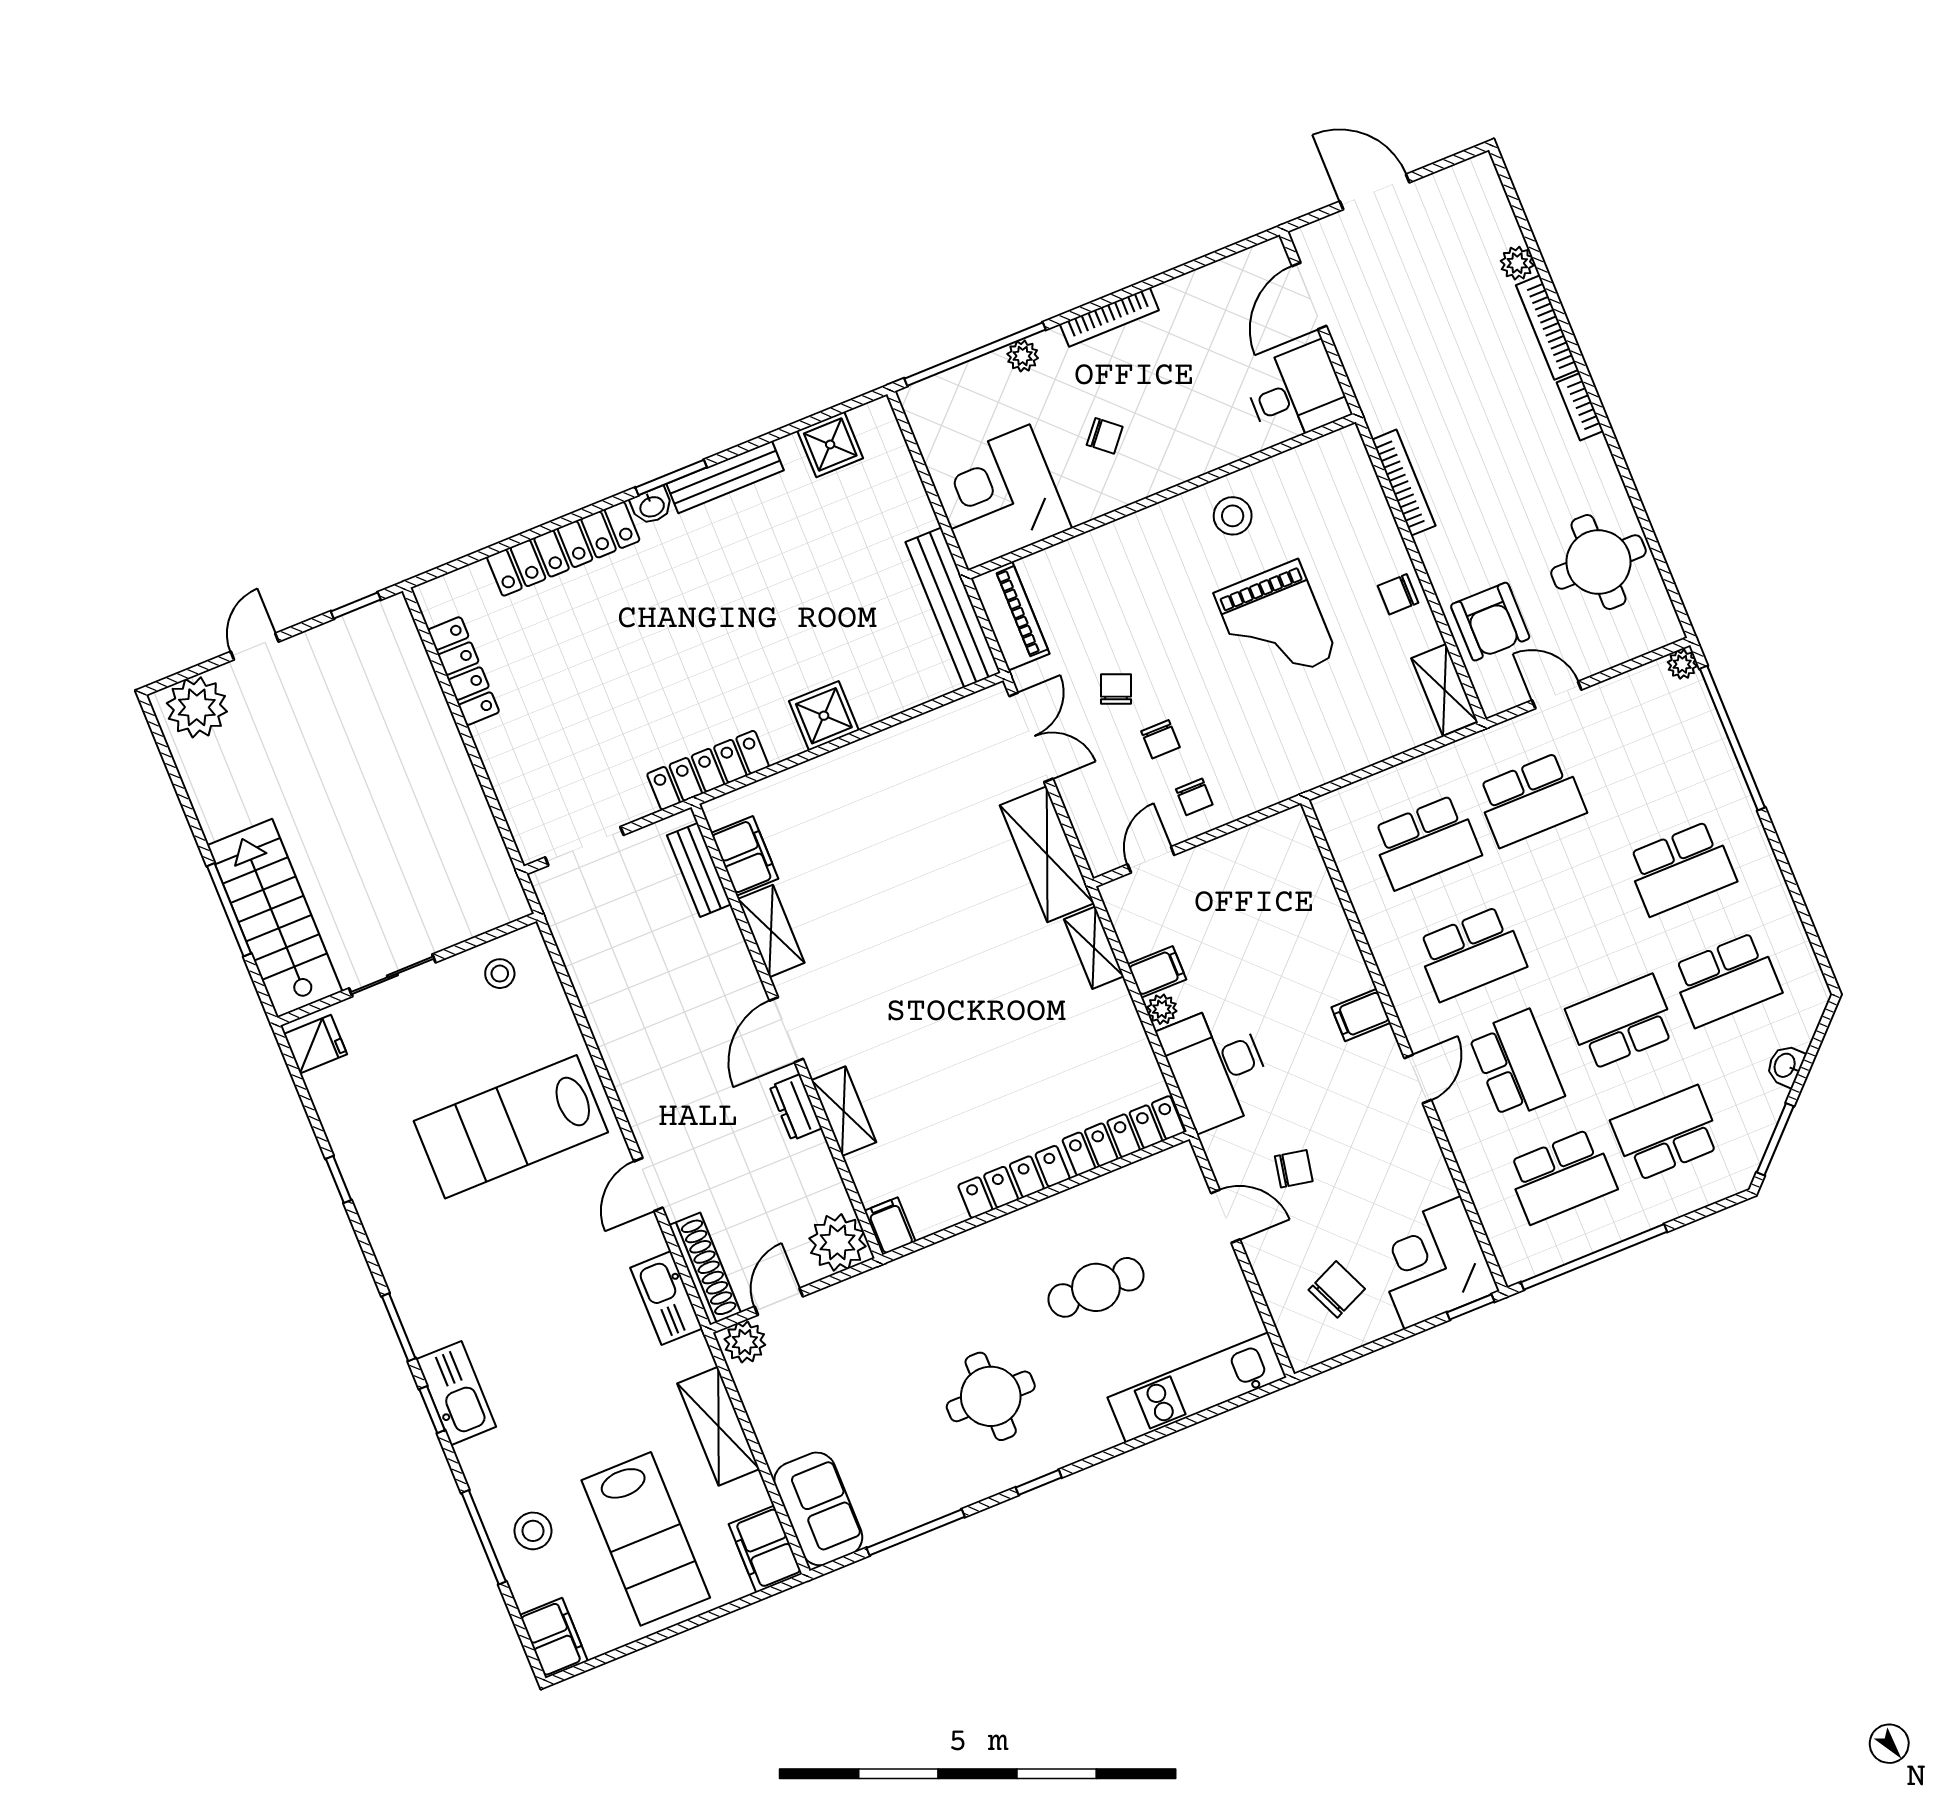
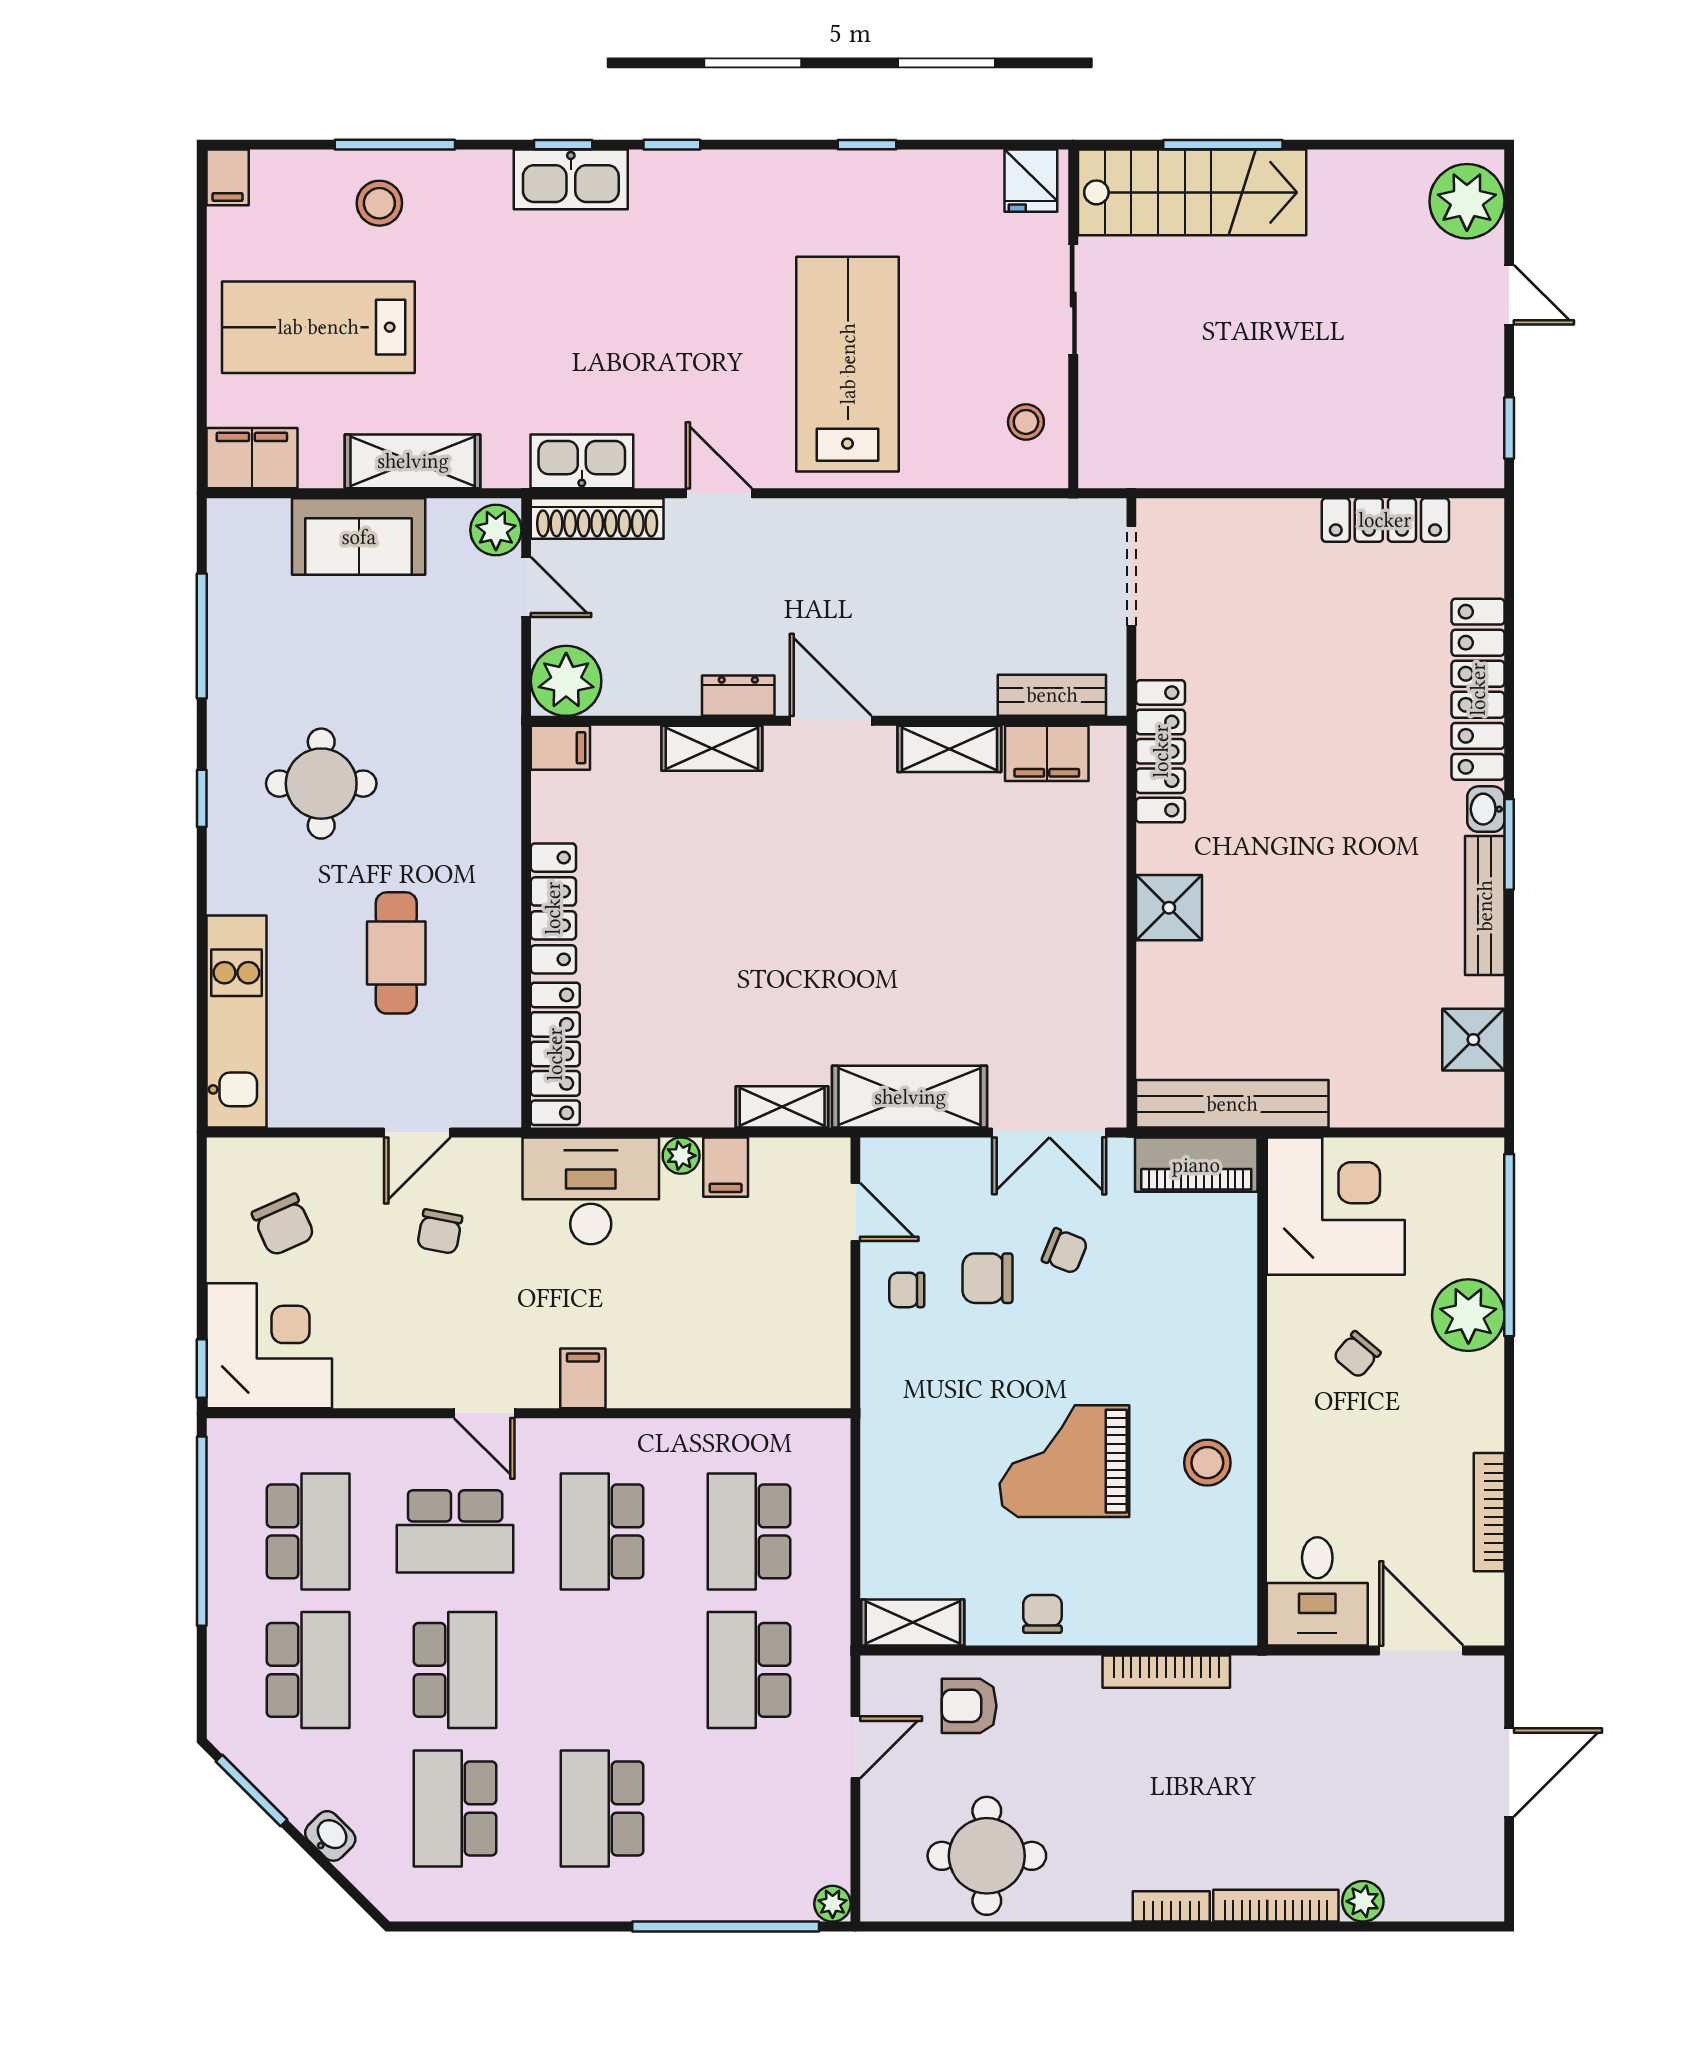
bookcase: (1109, 317) -> (1489, 1512), moved
plant: (1023, 356) -> (1468, 1315), width x1.87, depth x1.87
armchair: (1490, 622) -> (969, 1706), width x0.72, depth x0.72
chair: (1160, 739) -> (988, 1278), width x1.37, depth x1.37
school desk: (1561, 1176) -> (308, 1531), turned 180
window: (399, 1327) -> (672, 145), width x0.67
sofa: (818, 1509) -> (359, 537), moved
filing cabinet: (554, 1638) -> (228, 177), width x0.50

